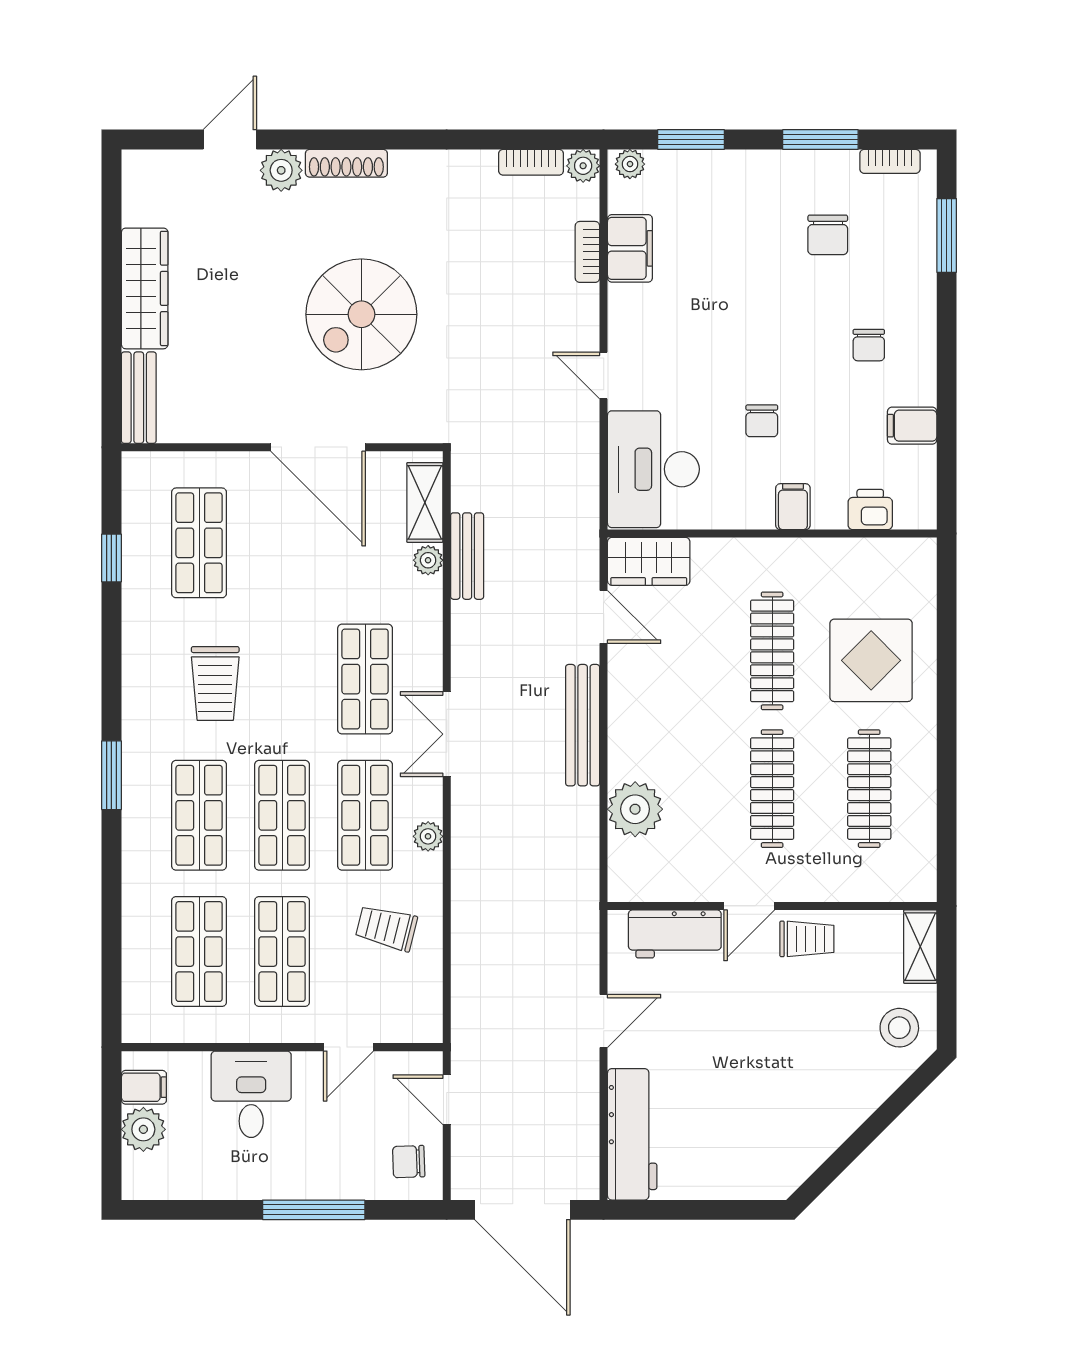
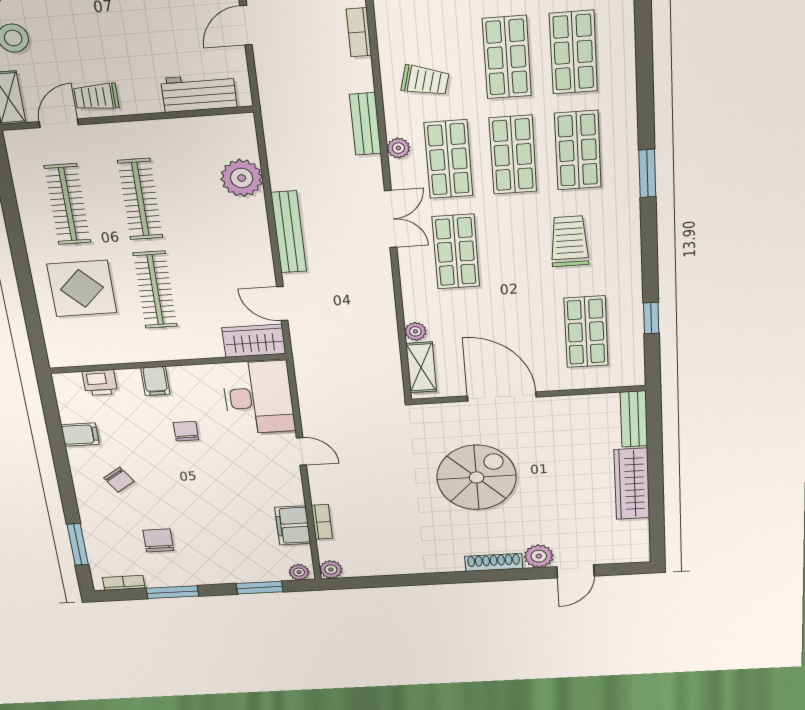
bookcase: (531, 162) -> (359, 32), moved, turned -90
chair: (869, 345) -> (119, 480), turned 147
bench: (467, 556) -> (365, 124), moved
door: (749, 906) -> (59, 123), moved

